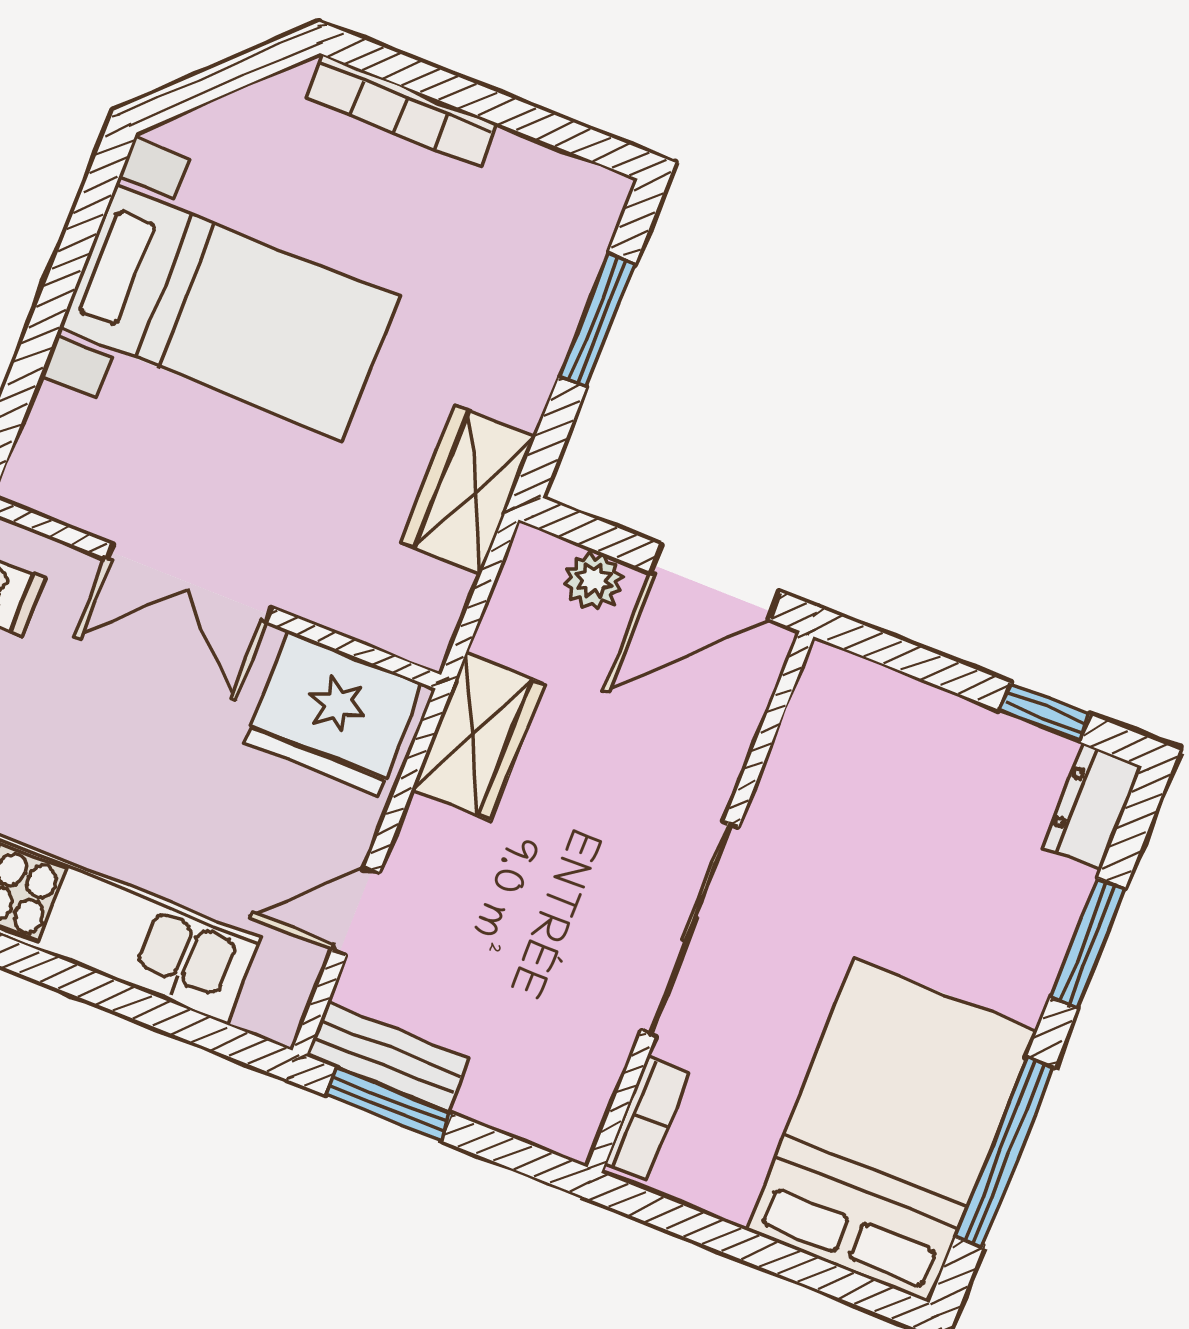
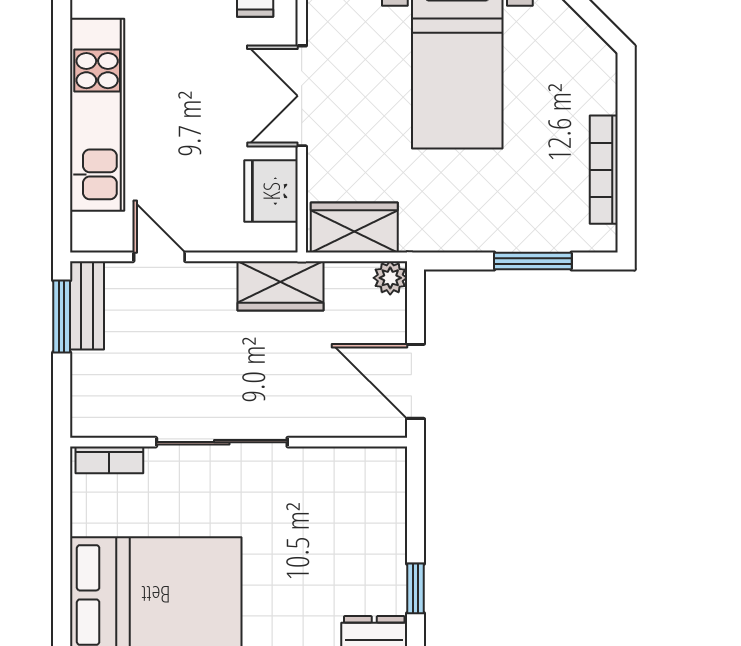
bookcase: (401, 111) -> (604, 170), moved
wardrobe: (468, 490) -> (354, 227), moved
plant: (594, 580) -> (390, 278), moved
fridge: (333, 713) -> (271, 191), width x0.73, depth x0.75

